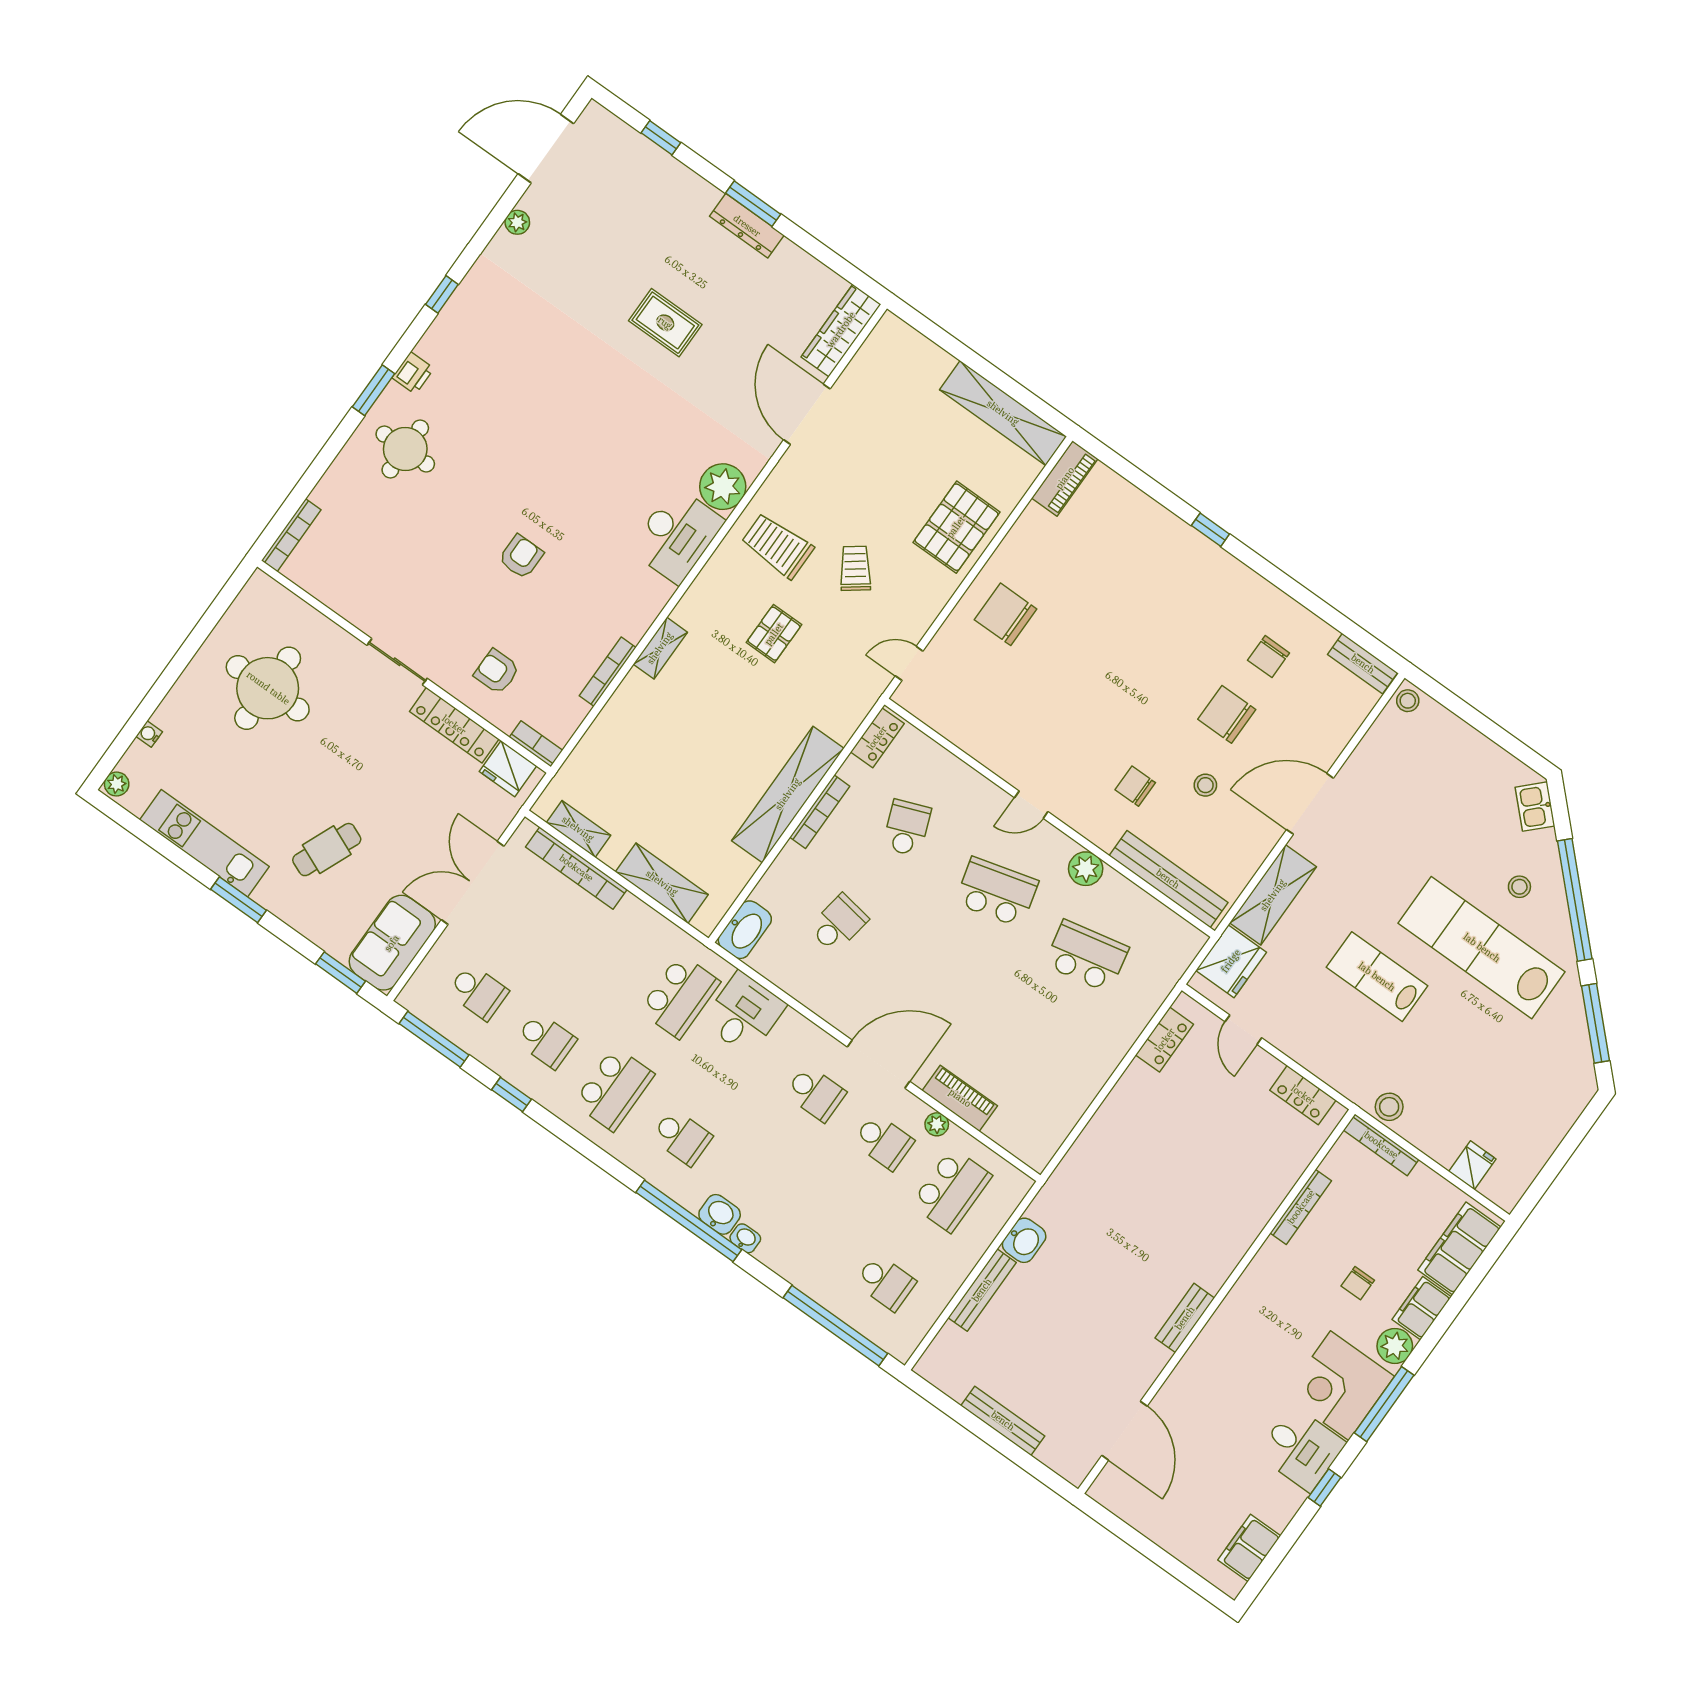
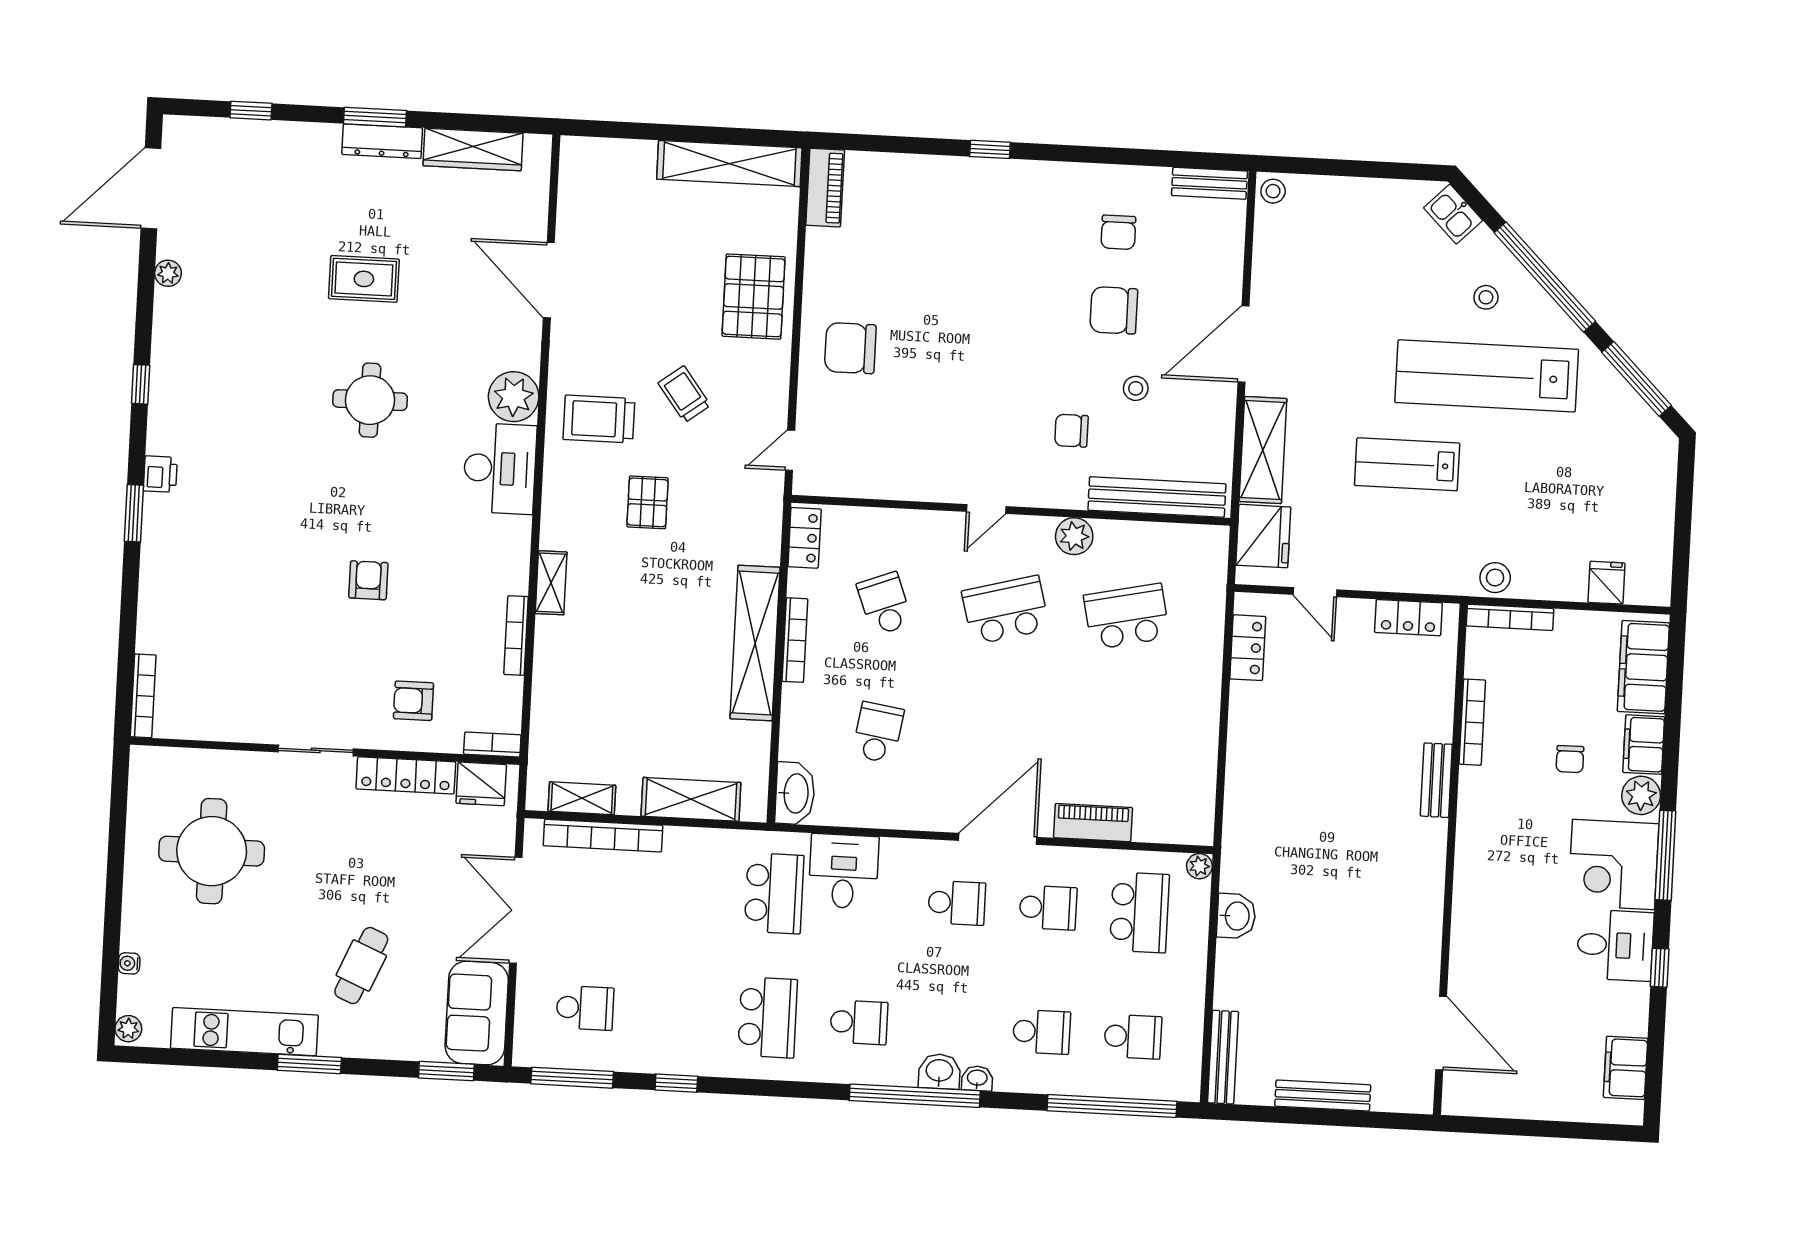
wardrobe: (841, 330) -> (473, 149), moved, turned -90
round table: (405, 449) -> (370, 400), moved
school desk: (546, 1040) -> (1042, 1032), moved
plant: (937, 1124) -> (1199, 866), moved
bench: (982, 1290) -> (1223, 1057), moved
bench: (1185, 1318) -> (1436, 780), moved

